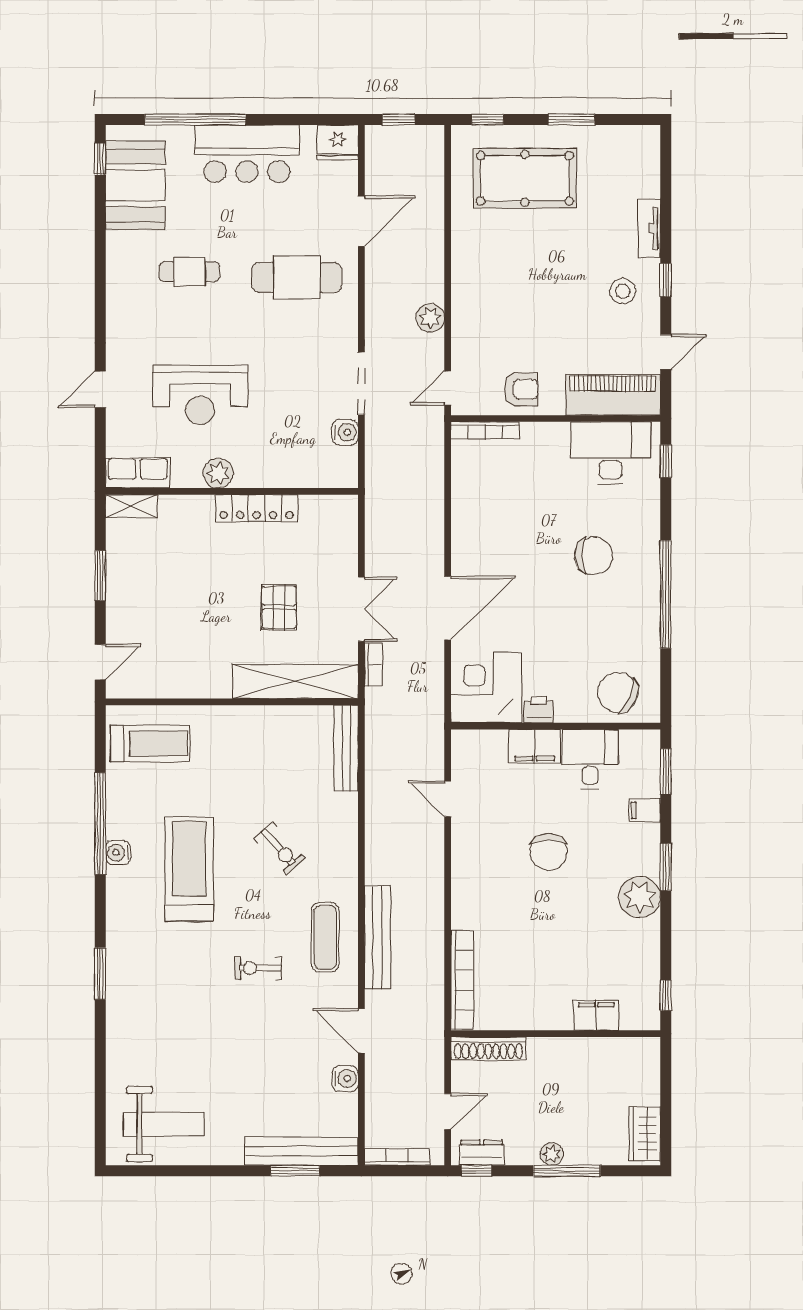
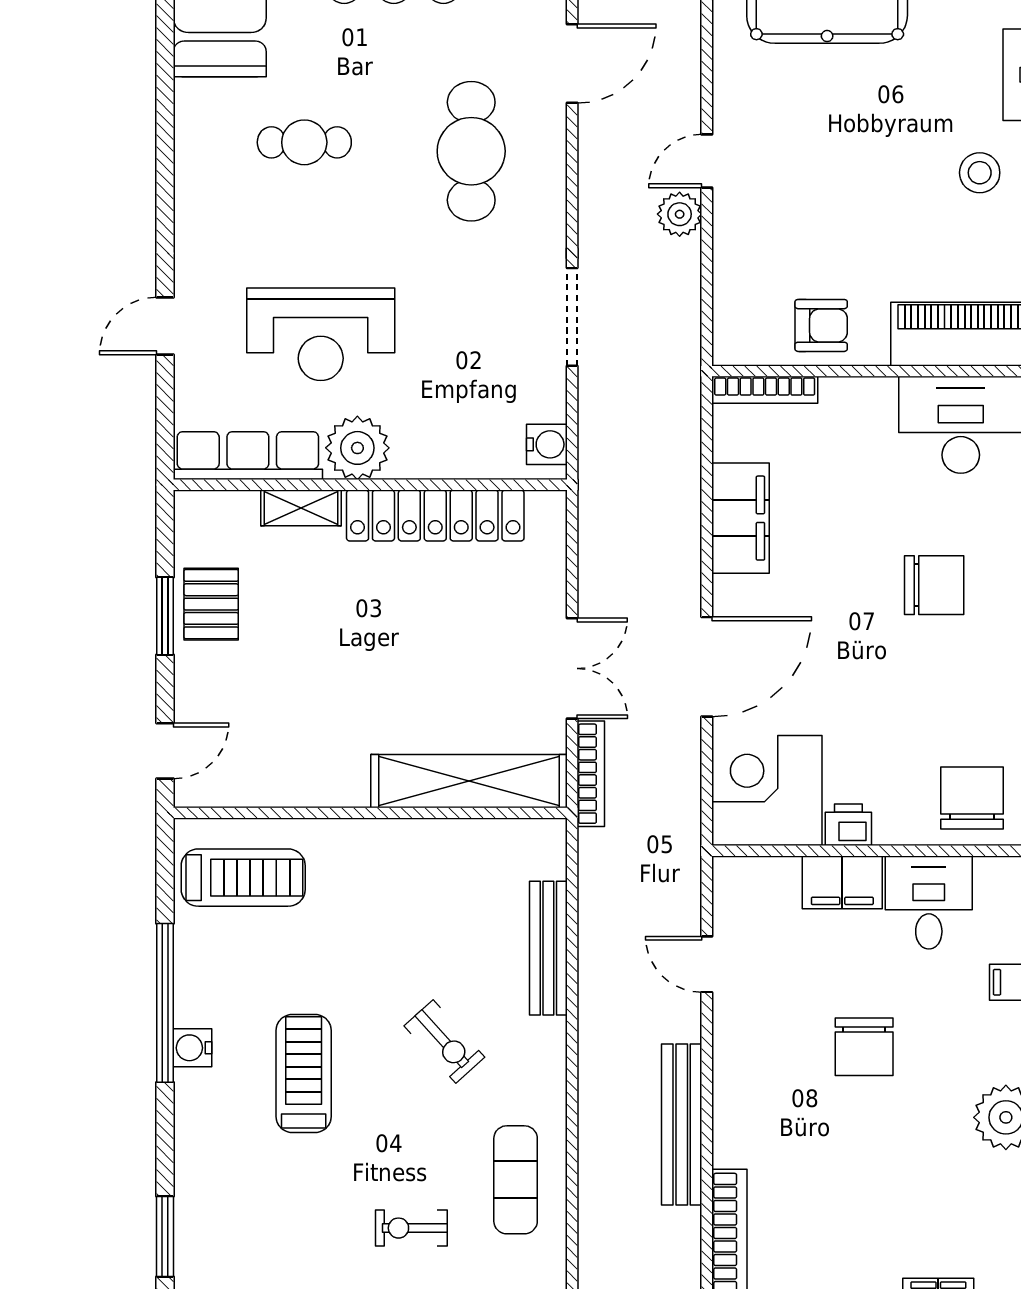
cafe table: (297, 277) -> (471, 151), turned 90
door: (448, 388) -> (707, 161), moved
water cooler: (345, 432) -> (547, 444), moved
row of seats: (138, 473) -> (248, 456), width x1.48
plant: (218, 473) -> (357, 448), width x1.36, depth x1.36
shelving: (131, 506) -> (301, 508), moved
locker: (257, 508) -> (435, 515), width x1.41, depth x1.21
filing cabinet: (469, 513) -> (740, 518), added
pallet: (279, 607) -> (211, 604), moved
bookcase: (373, 664) -> (591, 774), width x1.56
chair: (618, 692) -> (972, 798), turned 67
bench: (346, 748) -> (548, 948), moved
treadmill: (189, 869) -> (304, 1074), width x0.73, depth x0.73
bench: (377, 937) -> (682, 1124), moved

